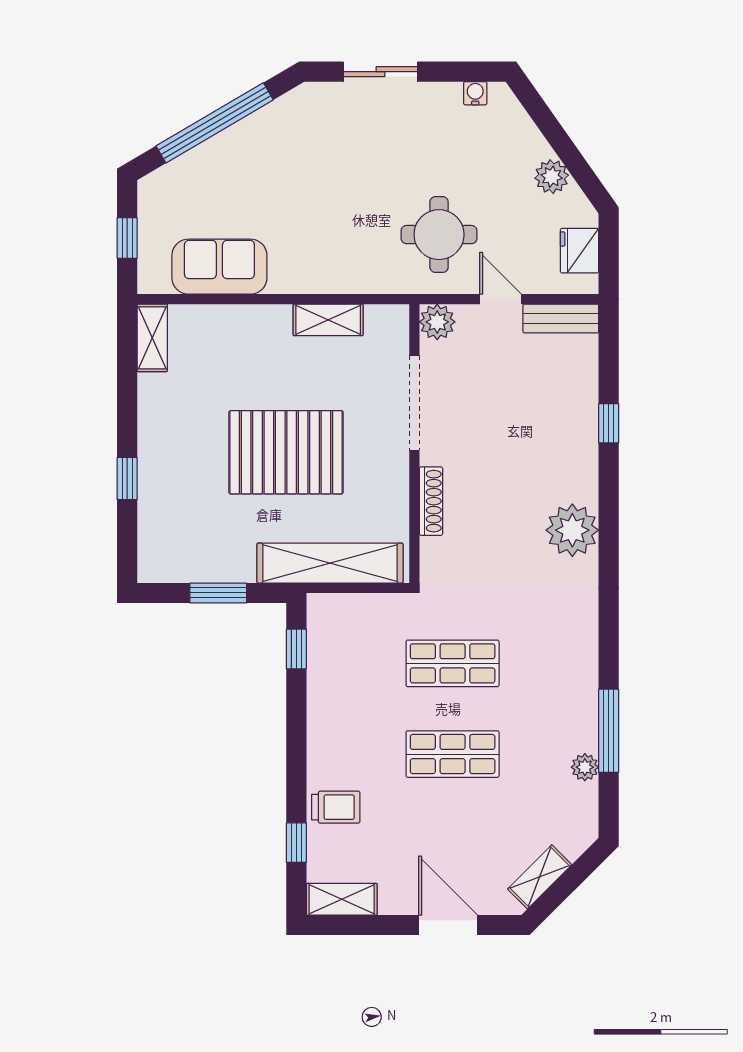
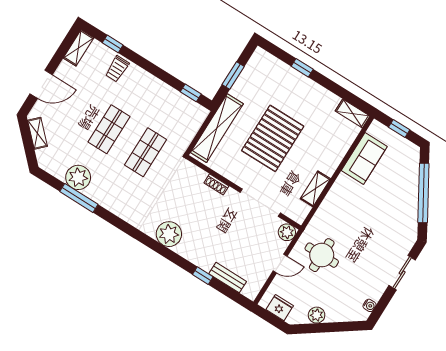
bench: (561, 319) -> (228, 278), moved, turned 90
shoe rack: (431, 501) -> (216, 184), width x0.70
plant: (585, 767) -> (78, 177), width x1.88, depth x1.88

